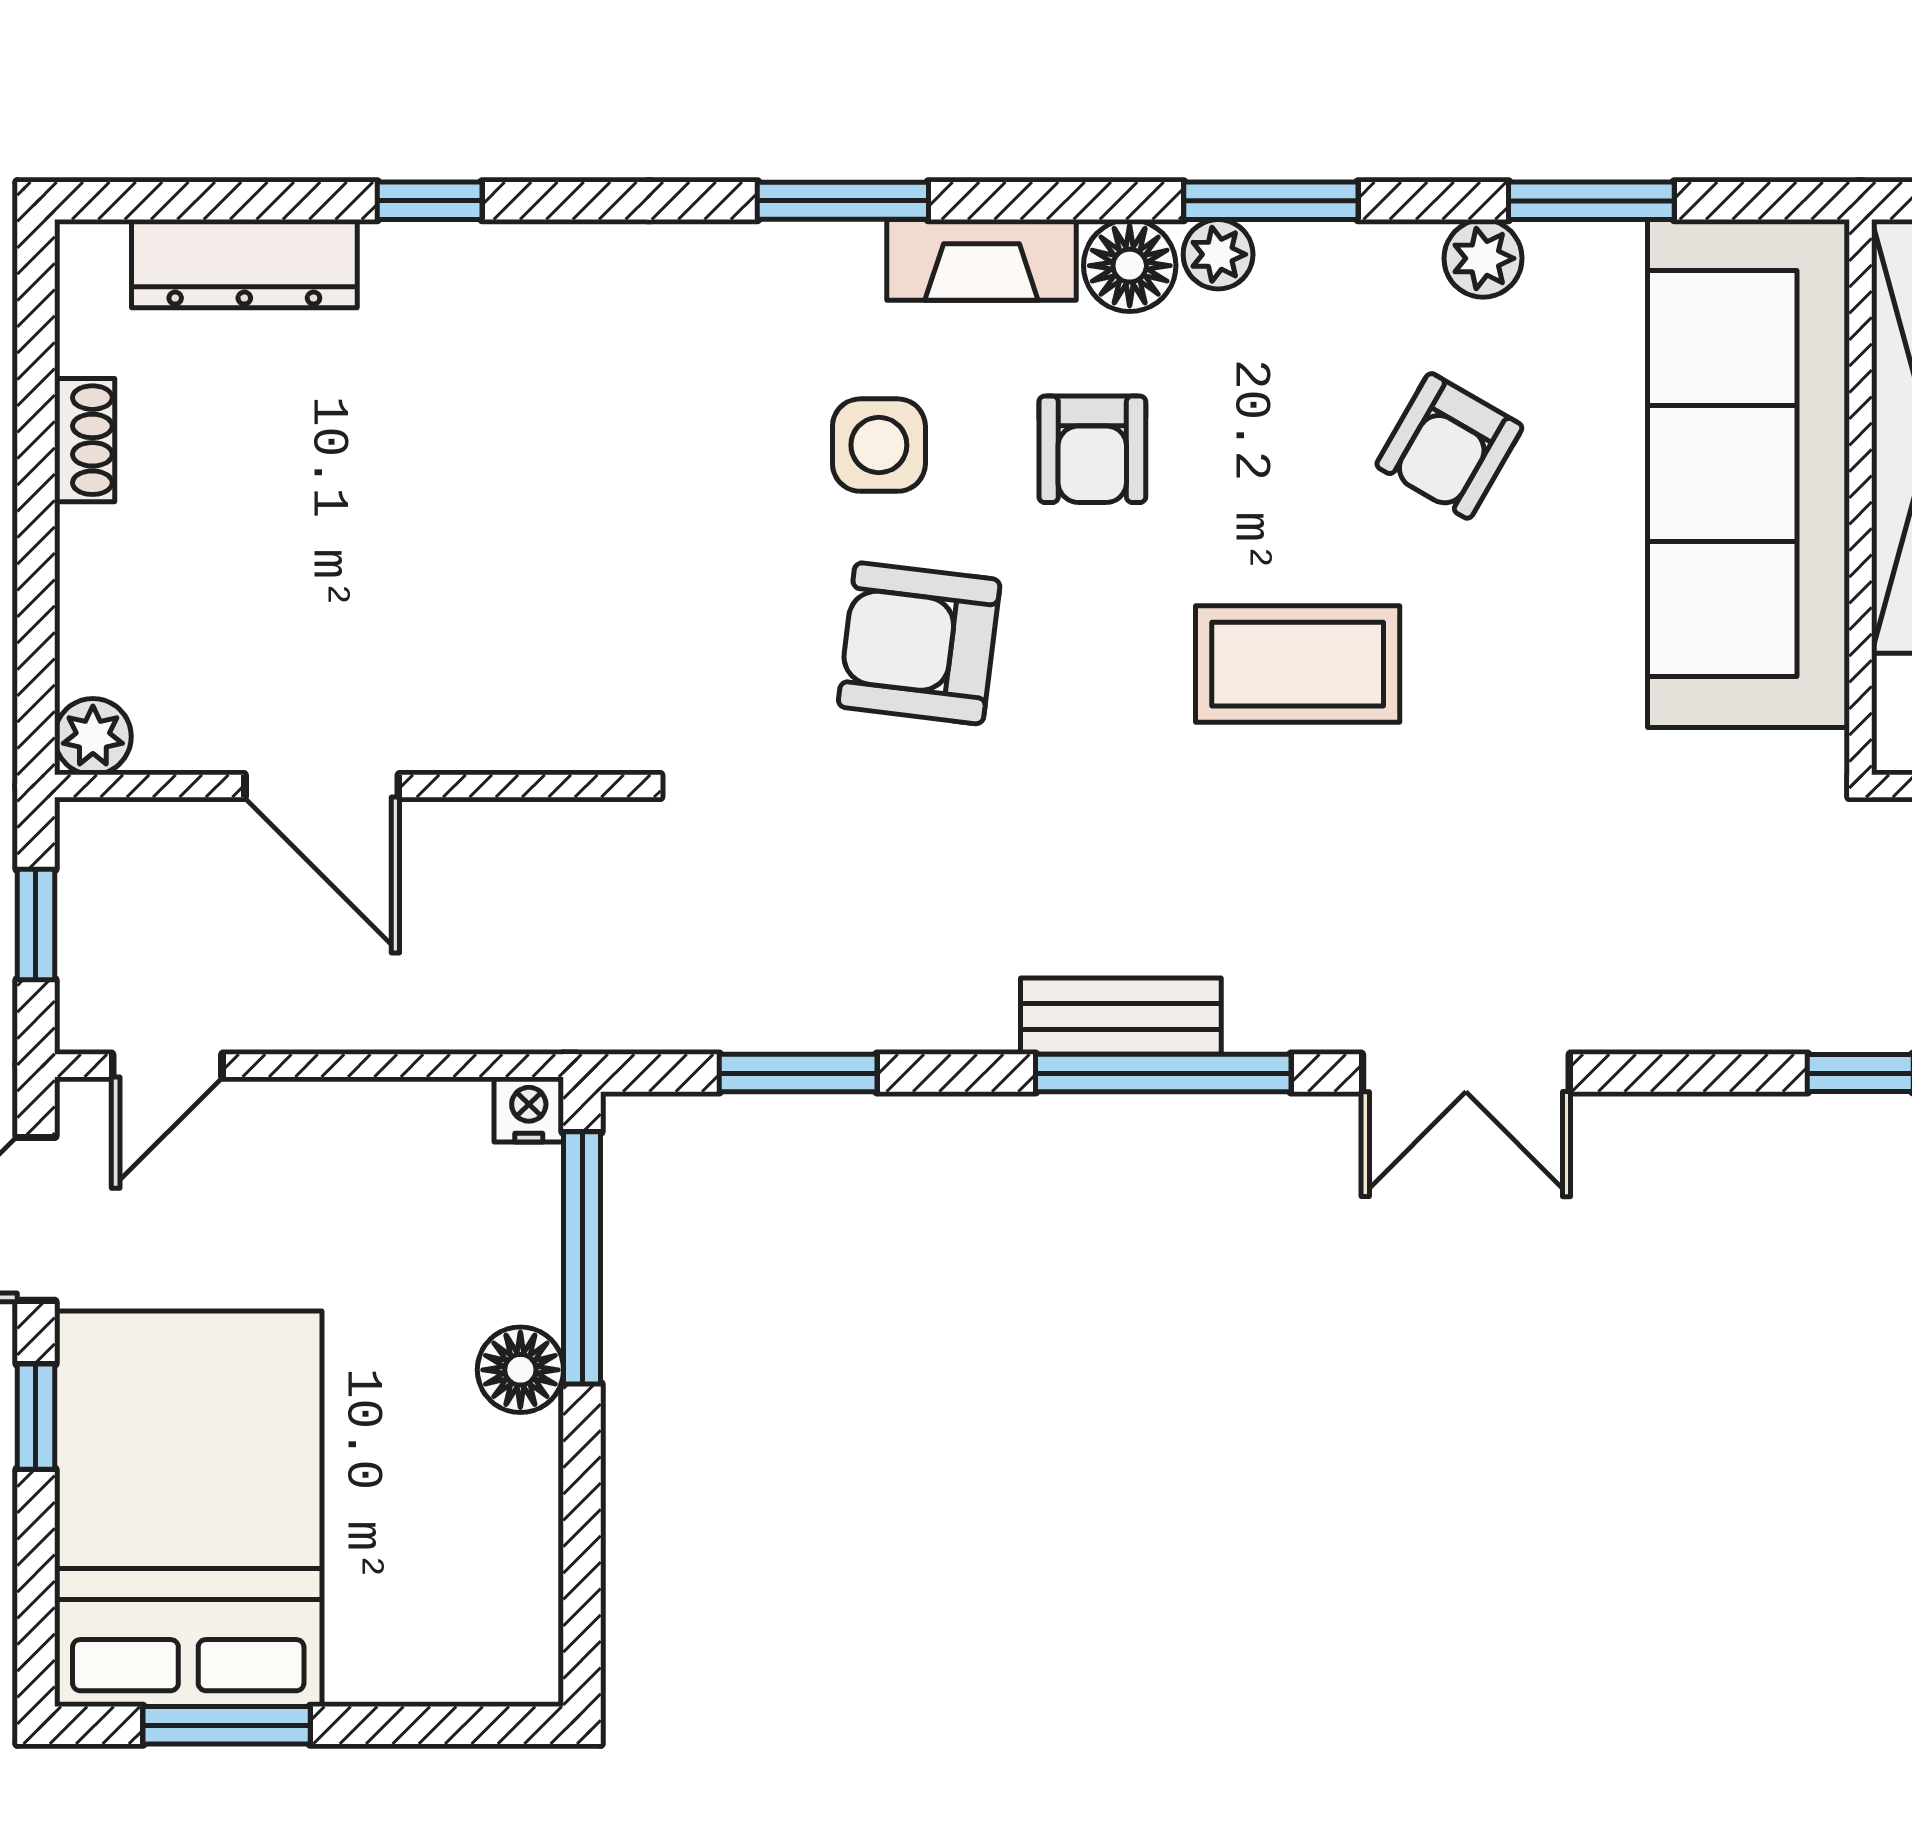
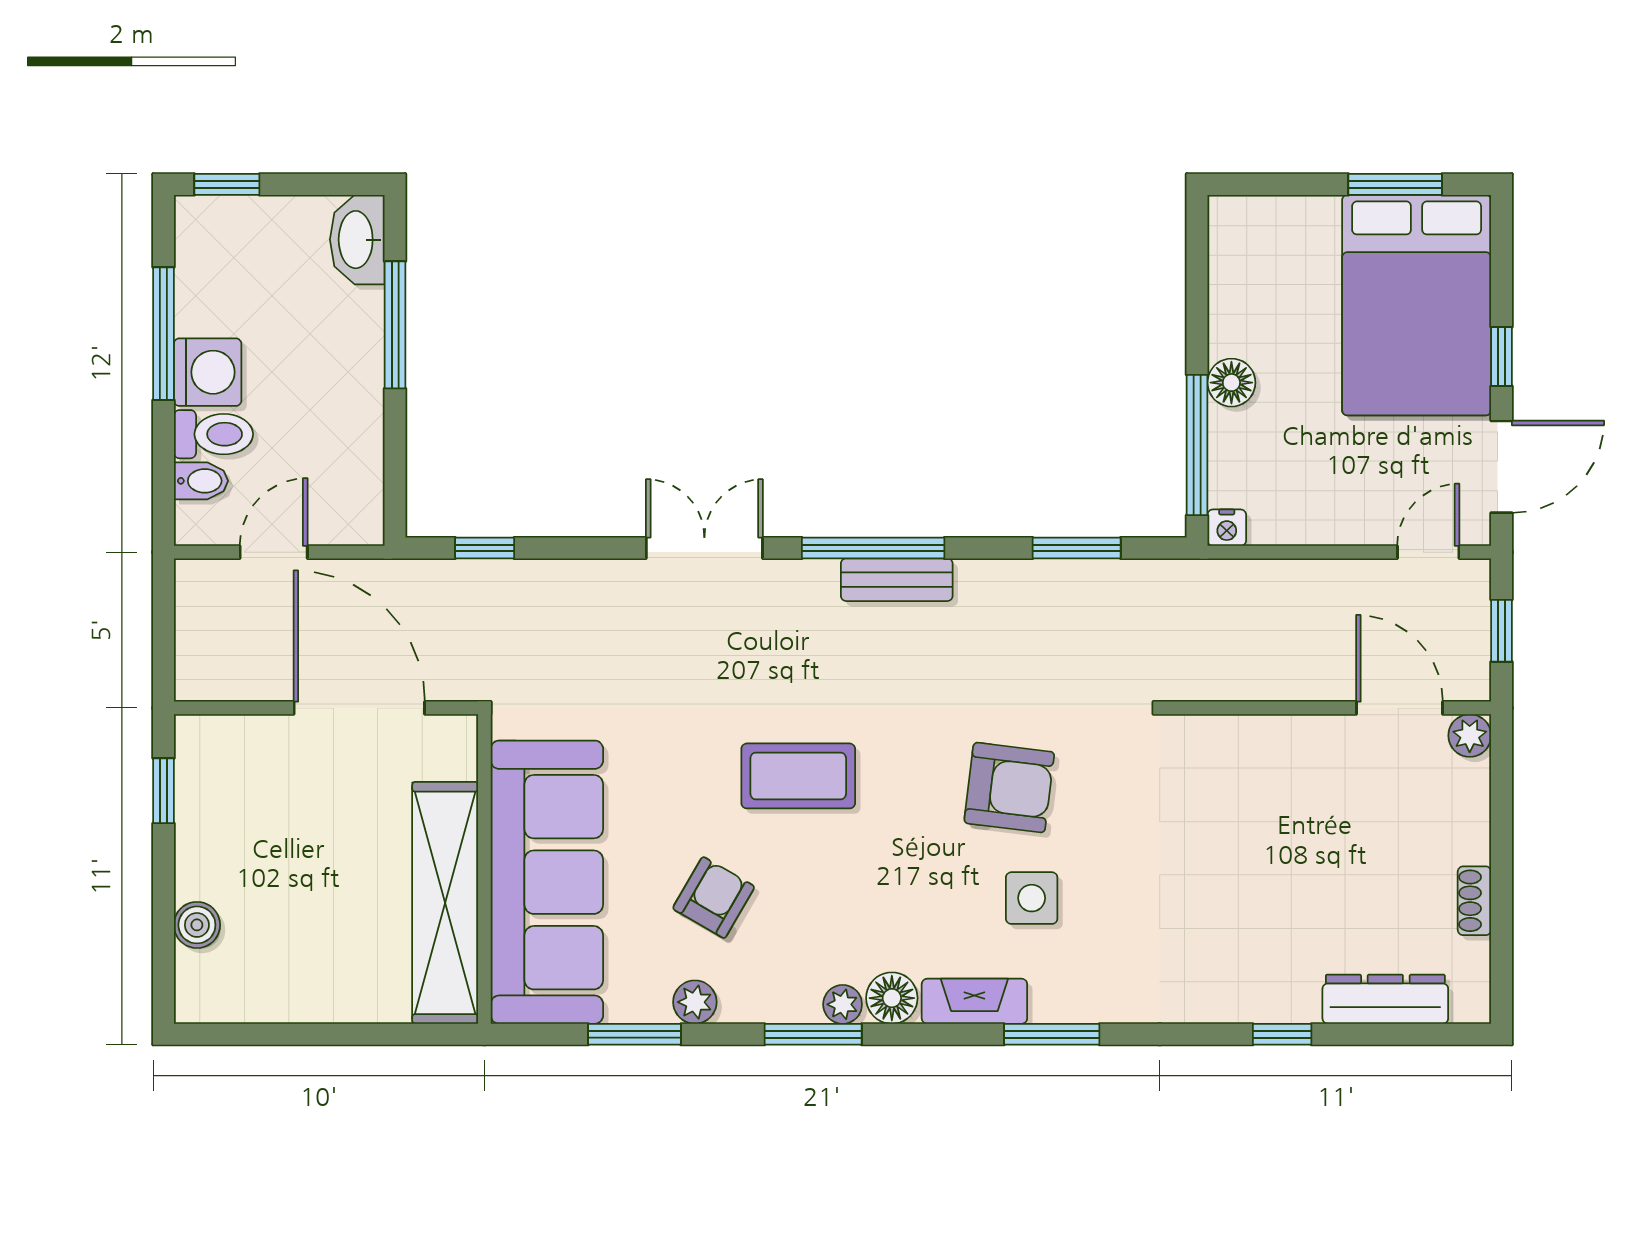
armchair: (1092, 449) -> (913, 896), removed
door: (322, 786) -> (1399, 708), moved

